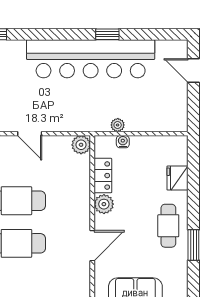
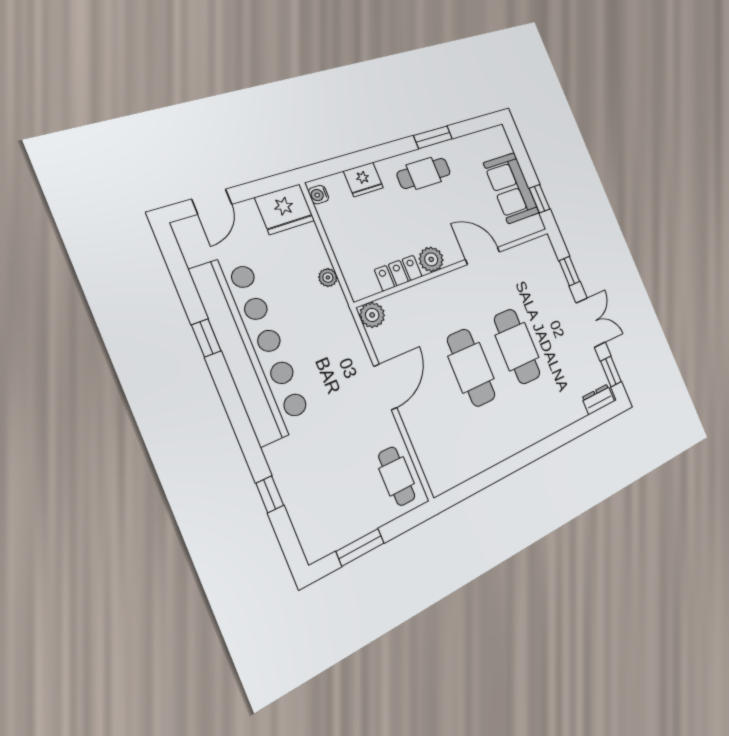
fridge: (174, 115) -> (285, 209), added
door: (30, 134) -> (385, 387), width x1.38
water cooler: (123, 142) -> (319, 195), moved

